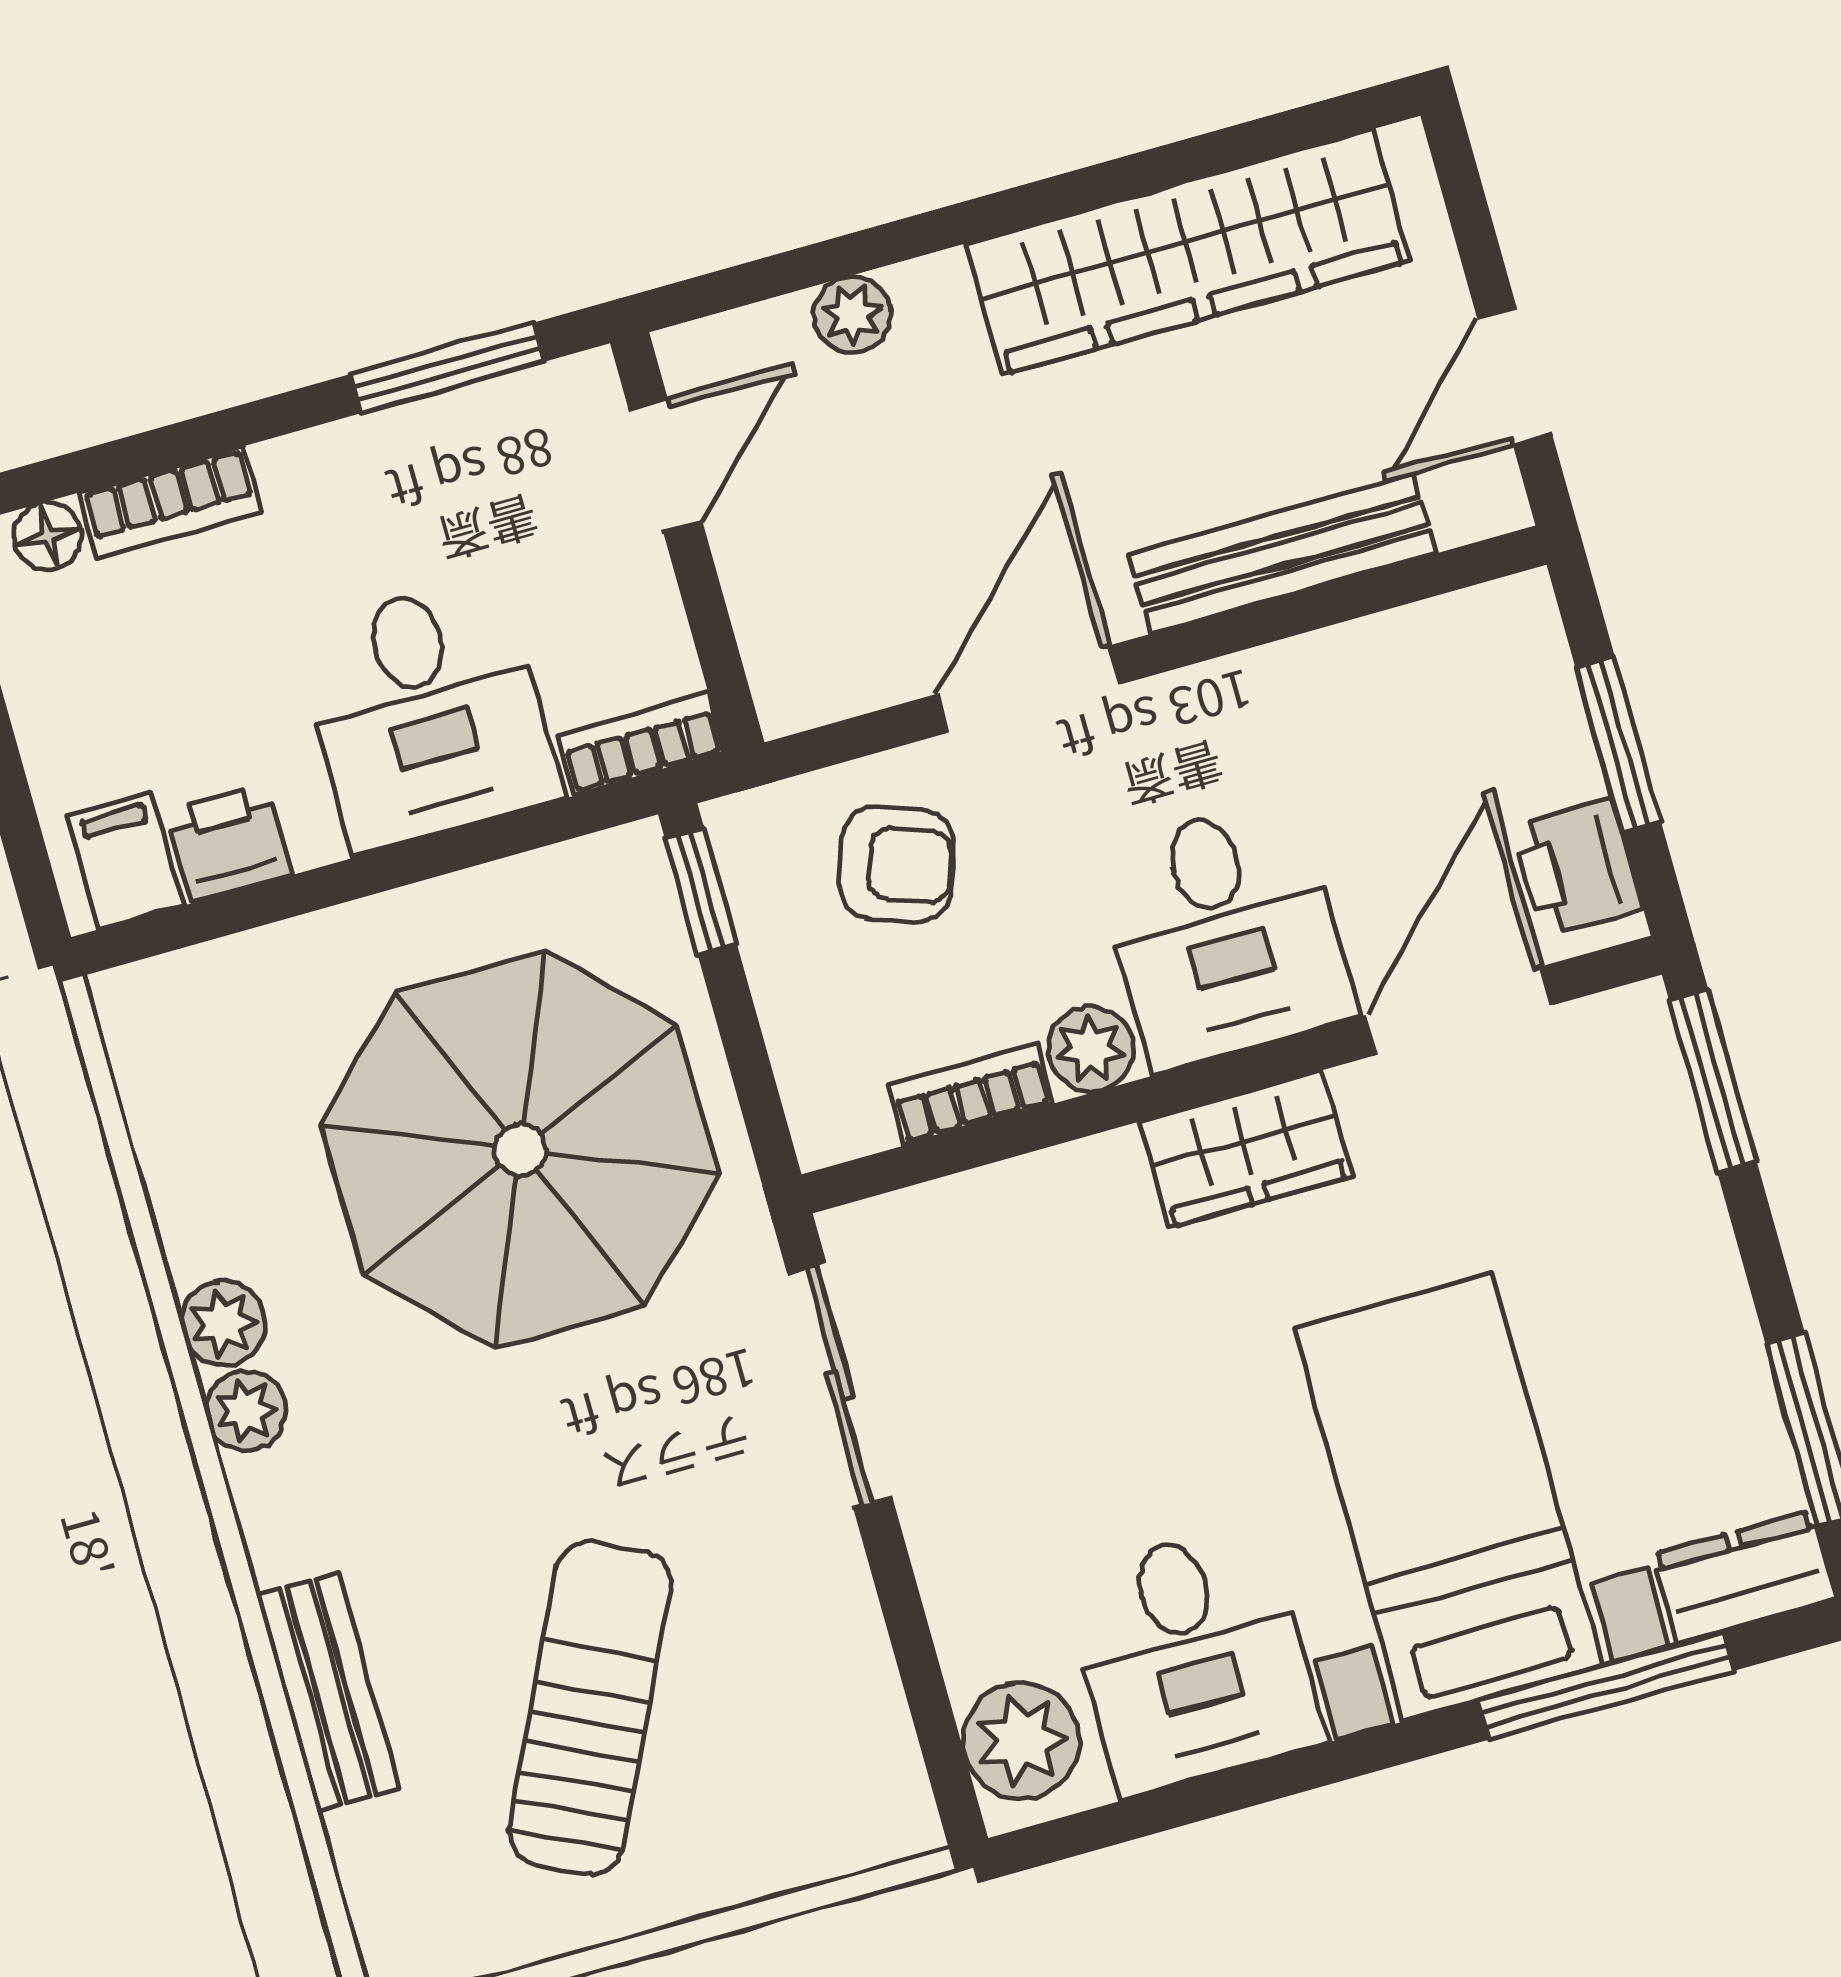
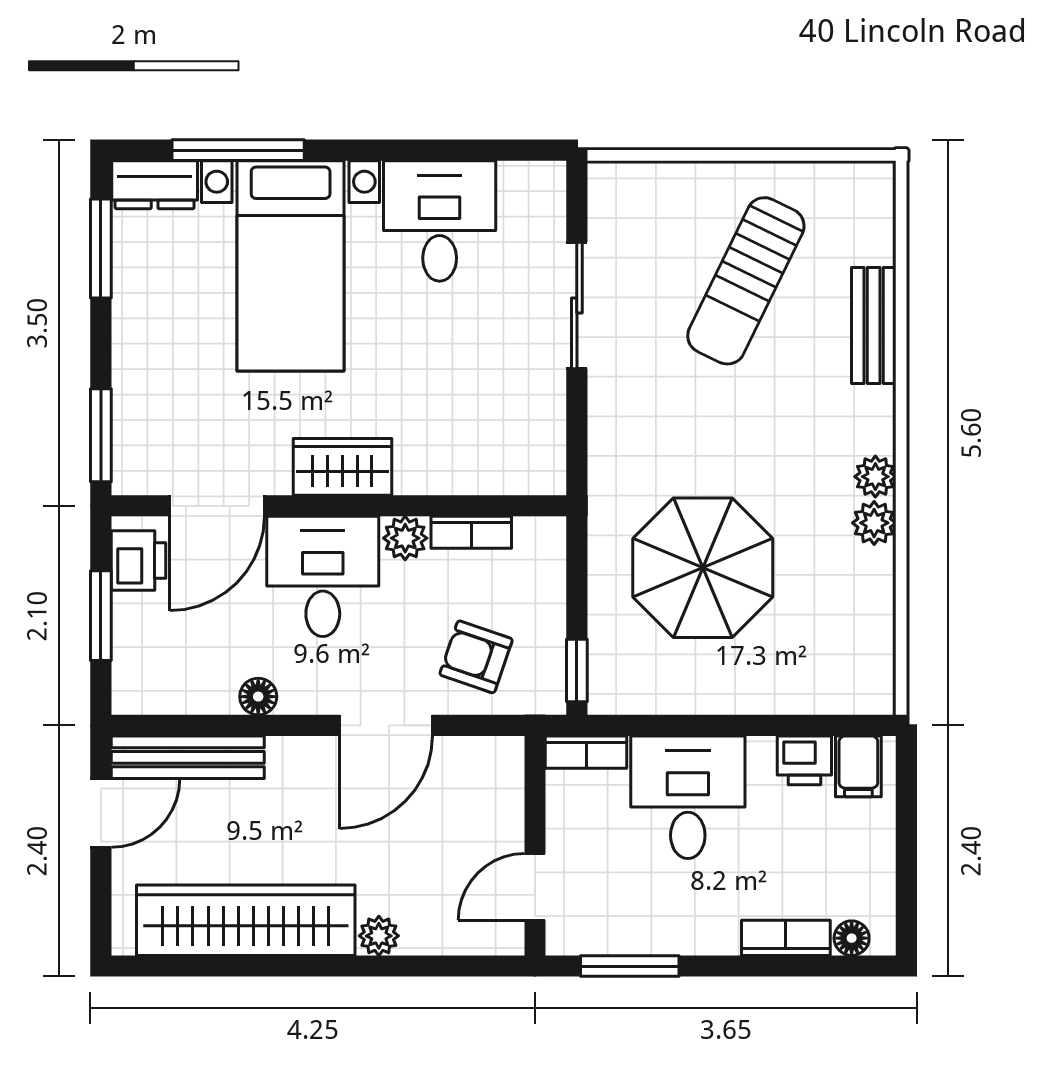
plant: (852, 315) -> (379, 936), moved
bench: (1282, 554) -> (188, 757), moved
floor lamp: (1282, 676) -> (258, 697), added
parasol: (520, 1150) -> (703, 568), width x0.73, depth x0.73
sliding door: (840, 1385) -> (577, 306), moved
plant: (1021, 1741) -> (536, 204), removed

